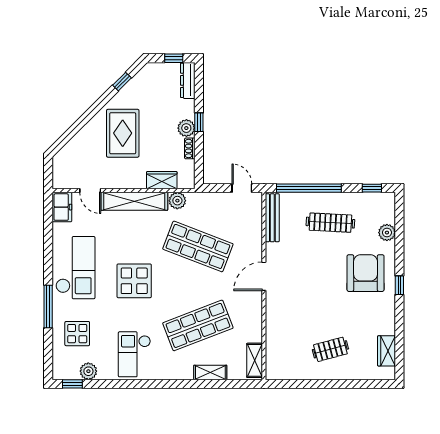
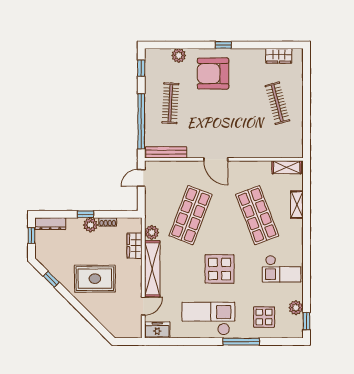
clothes rail: (330, 349) -> (277, 103), width x1.36

